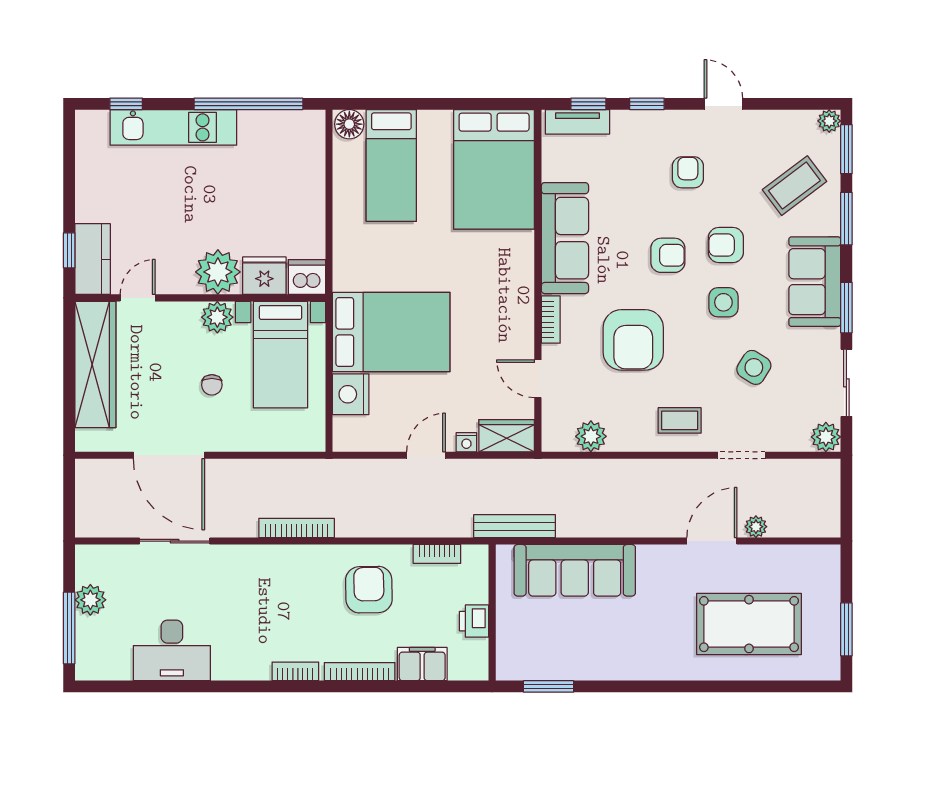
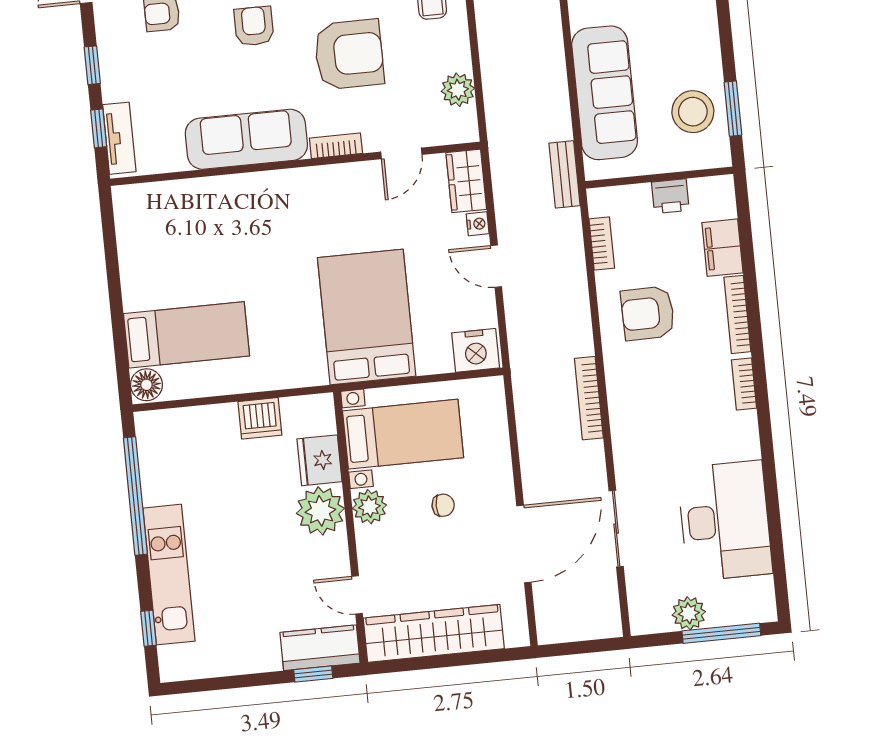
bed: (494, 169) -> (180, 223), removed
dishwasher: (307, 277) -> (260, 418), moved, turned -90
nightstand: (351, 394) -> (476, 350), moved
bench: (515, 526) -> (565, 174), width x0.73
stool: (549, 649) -> (693, 112), added
desk: (172, 650) -> (725, 521), width x1.36, depth x1.30

